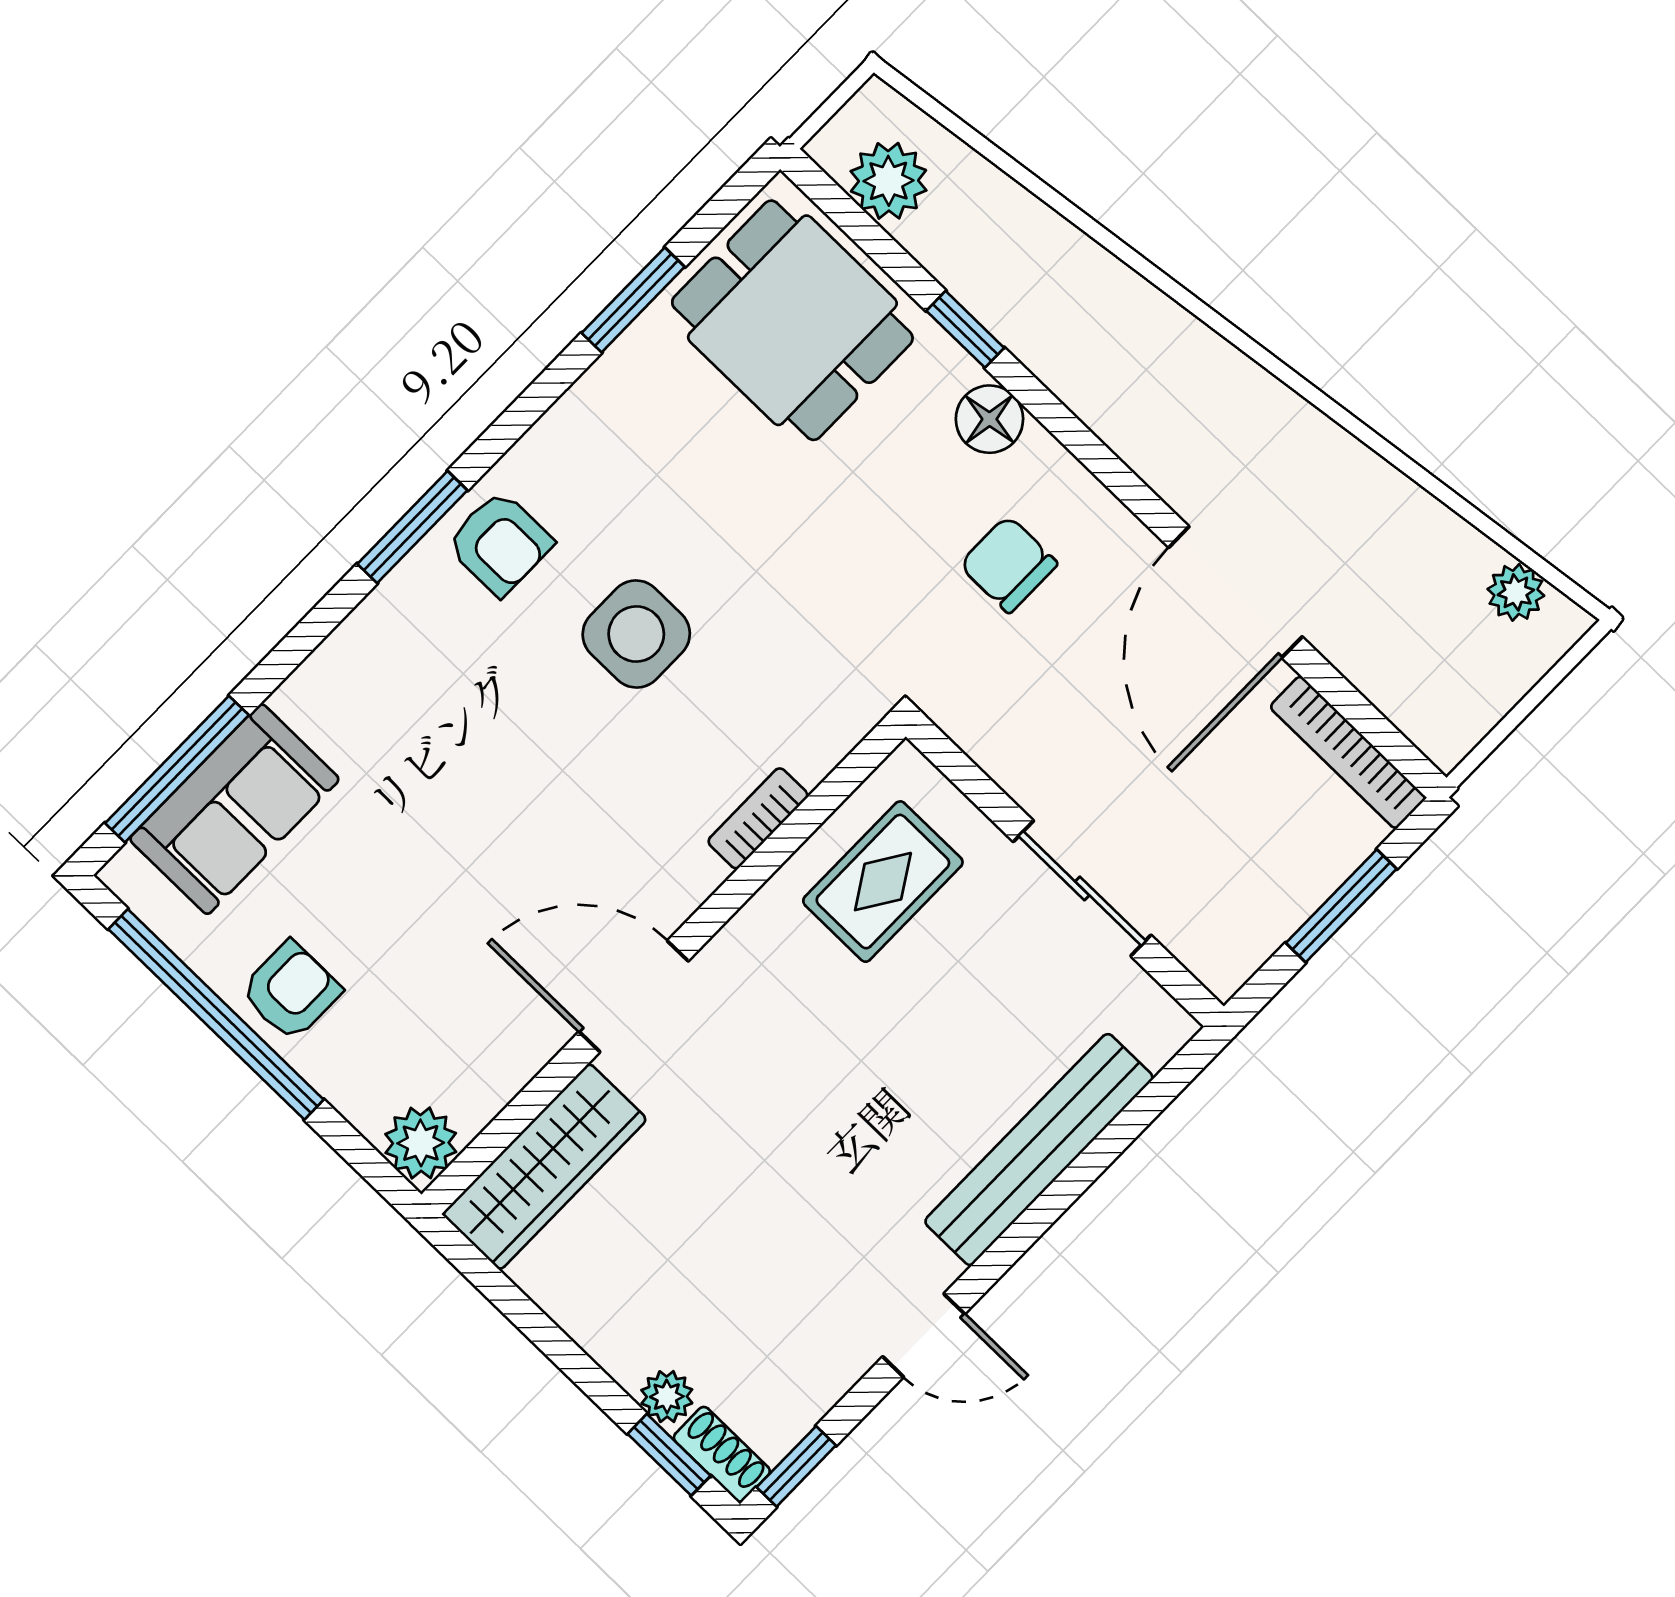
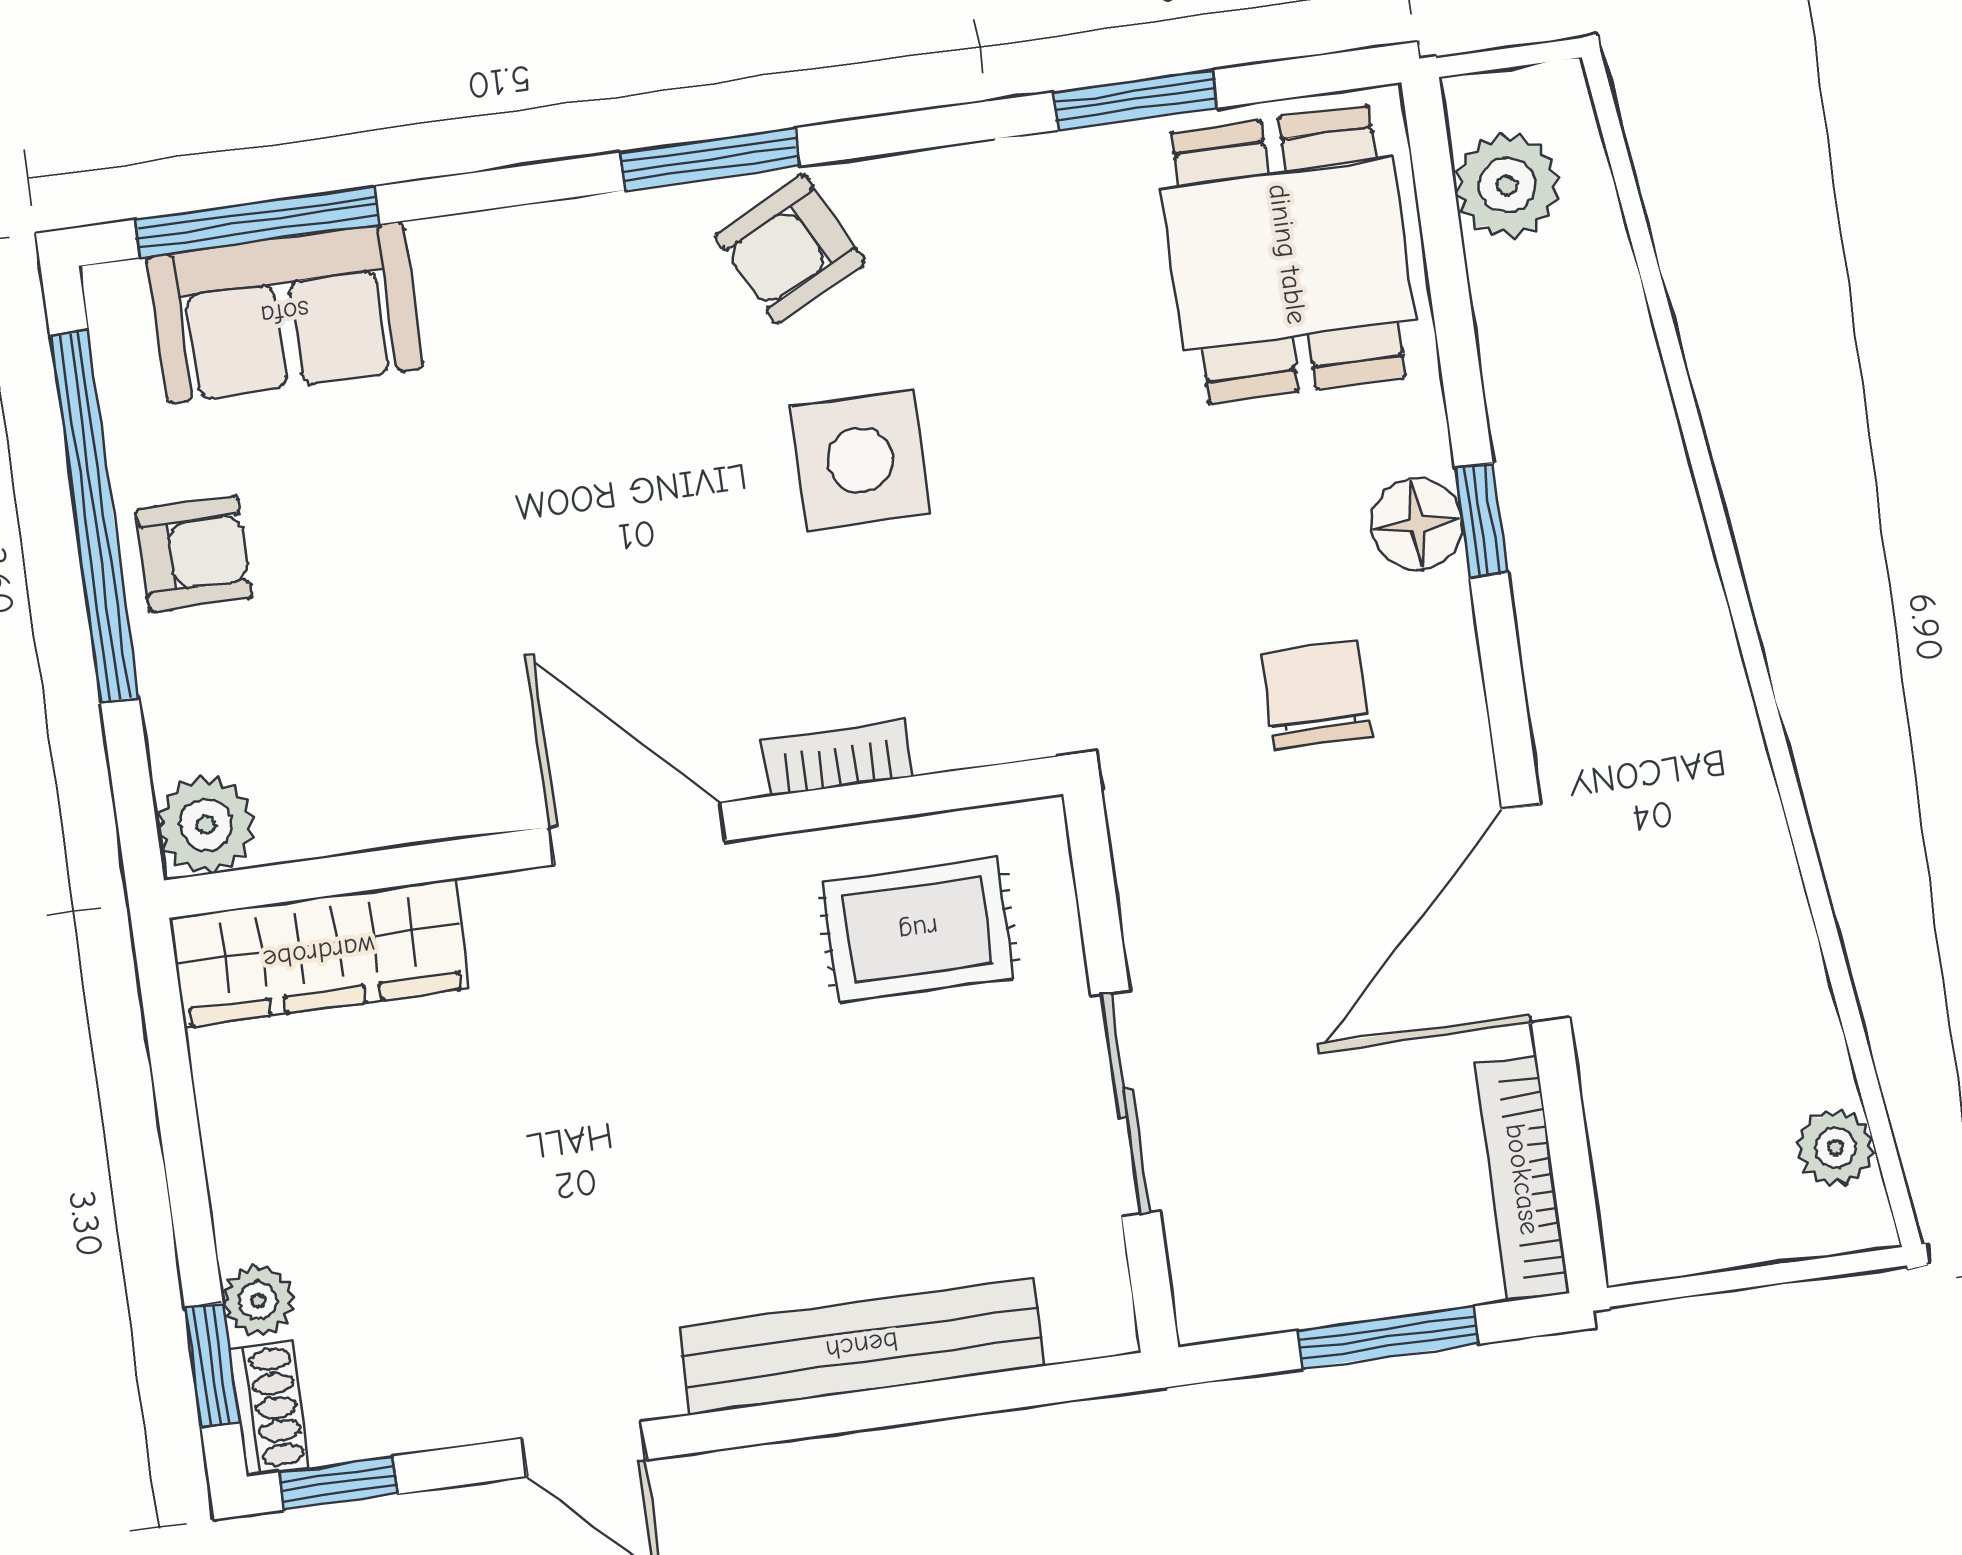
window: (965, 329) -> (1481, 520), moved
armchair: (500, 543) -> (790, 249), turned 63
door: (634, 996) -> (637, 834), moved

